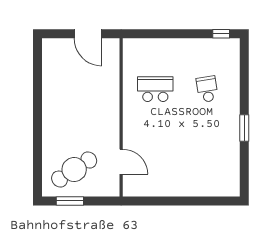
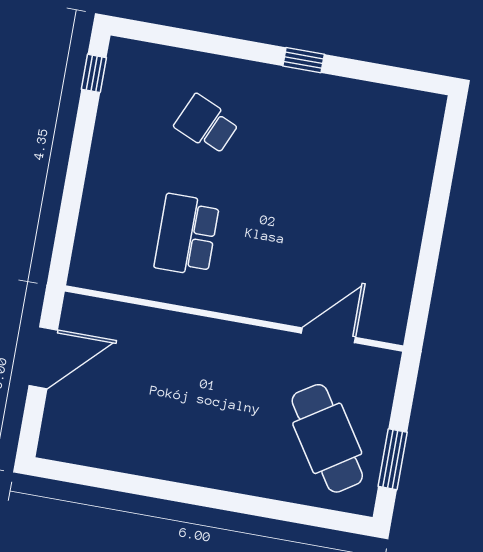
school desk: (207, 89) -> (206, 124), turned 33
window: (244, 128) -> (304, 60), width x0.67

